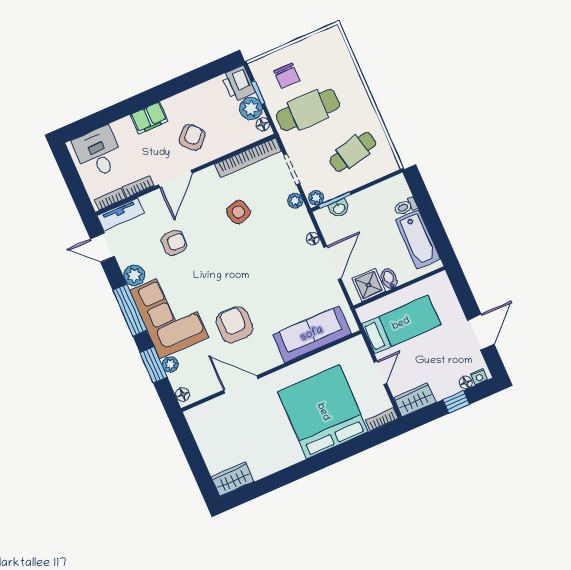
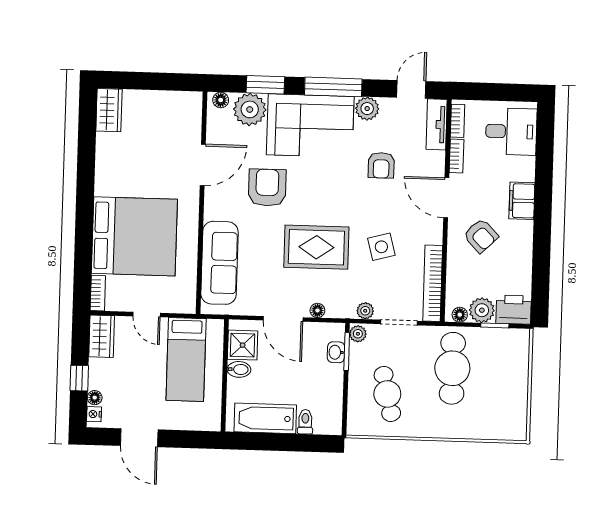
chair: (287, 76) -> (498, 363), removed
rug: (263, 263) -> (316, 247), added
armchair: (234, 325) -> (267, 188), turned -90
plant: (170, 365) -> (250, 109), width x1.88, depth x1.88

